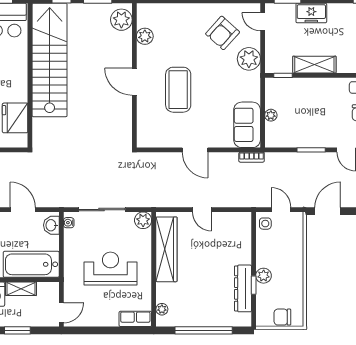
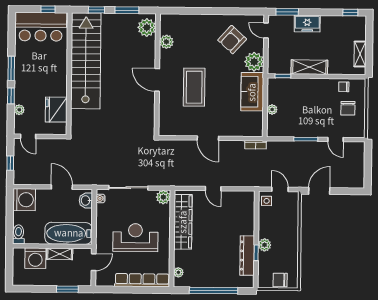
sofa: (247, 125) -> (252, 92), moved
door: (61, 313) -> (94, 262), moved
row of seats: (135, 319) -> (142, 280), width x2.02
window: (17, 330) -> (67, 289), moved

